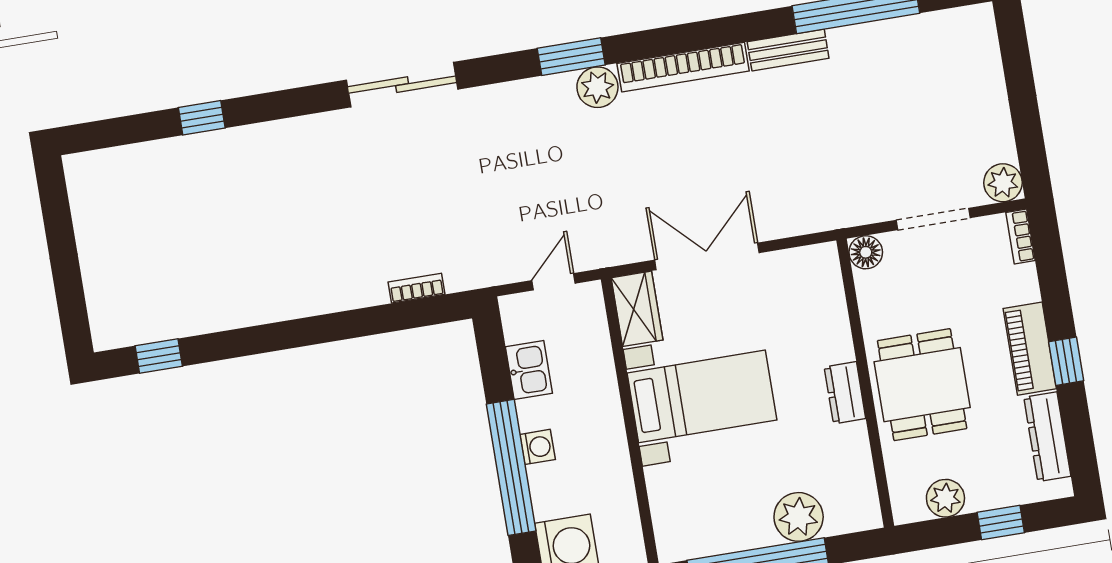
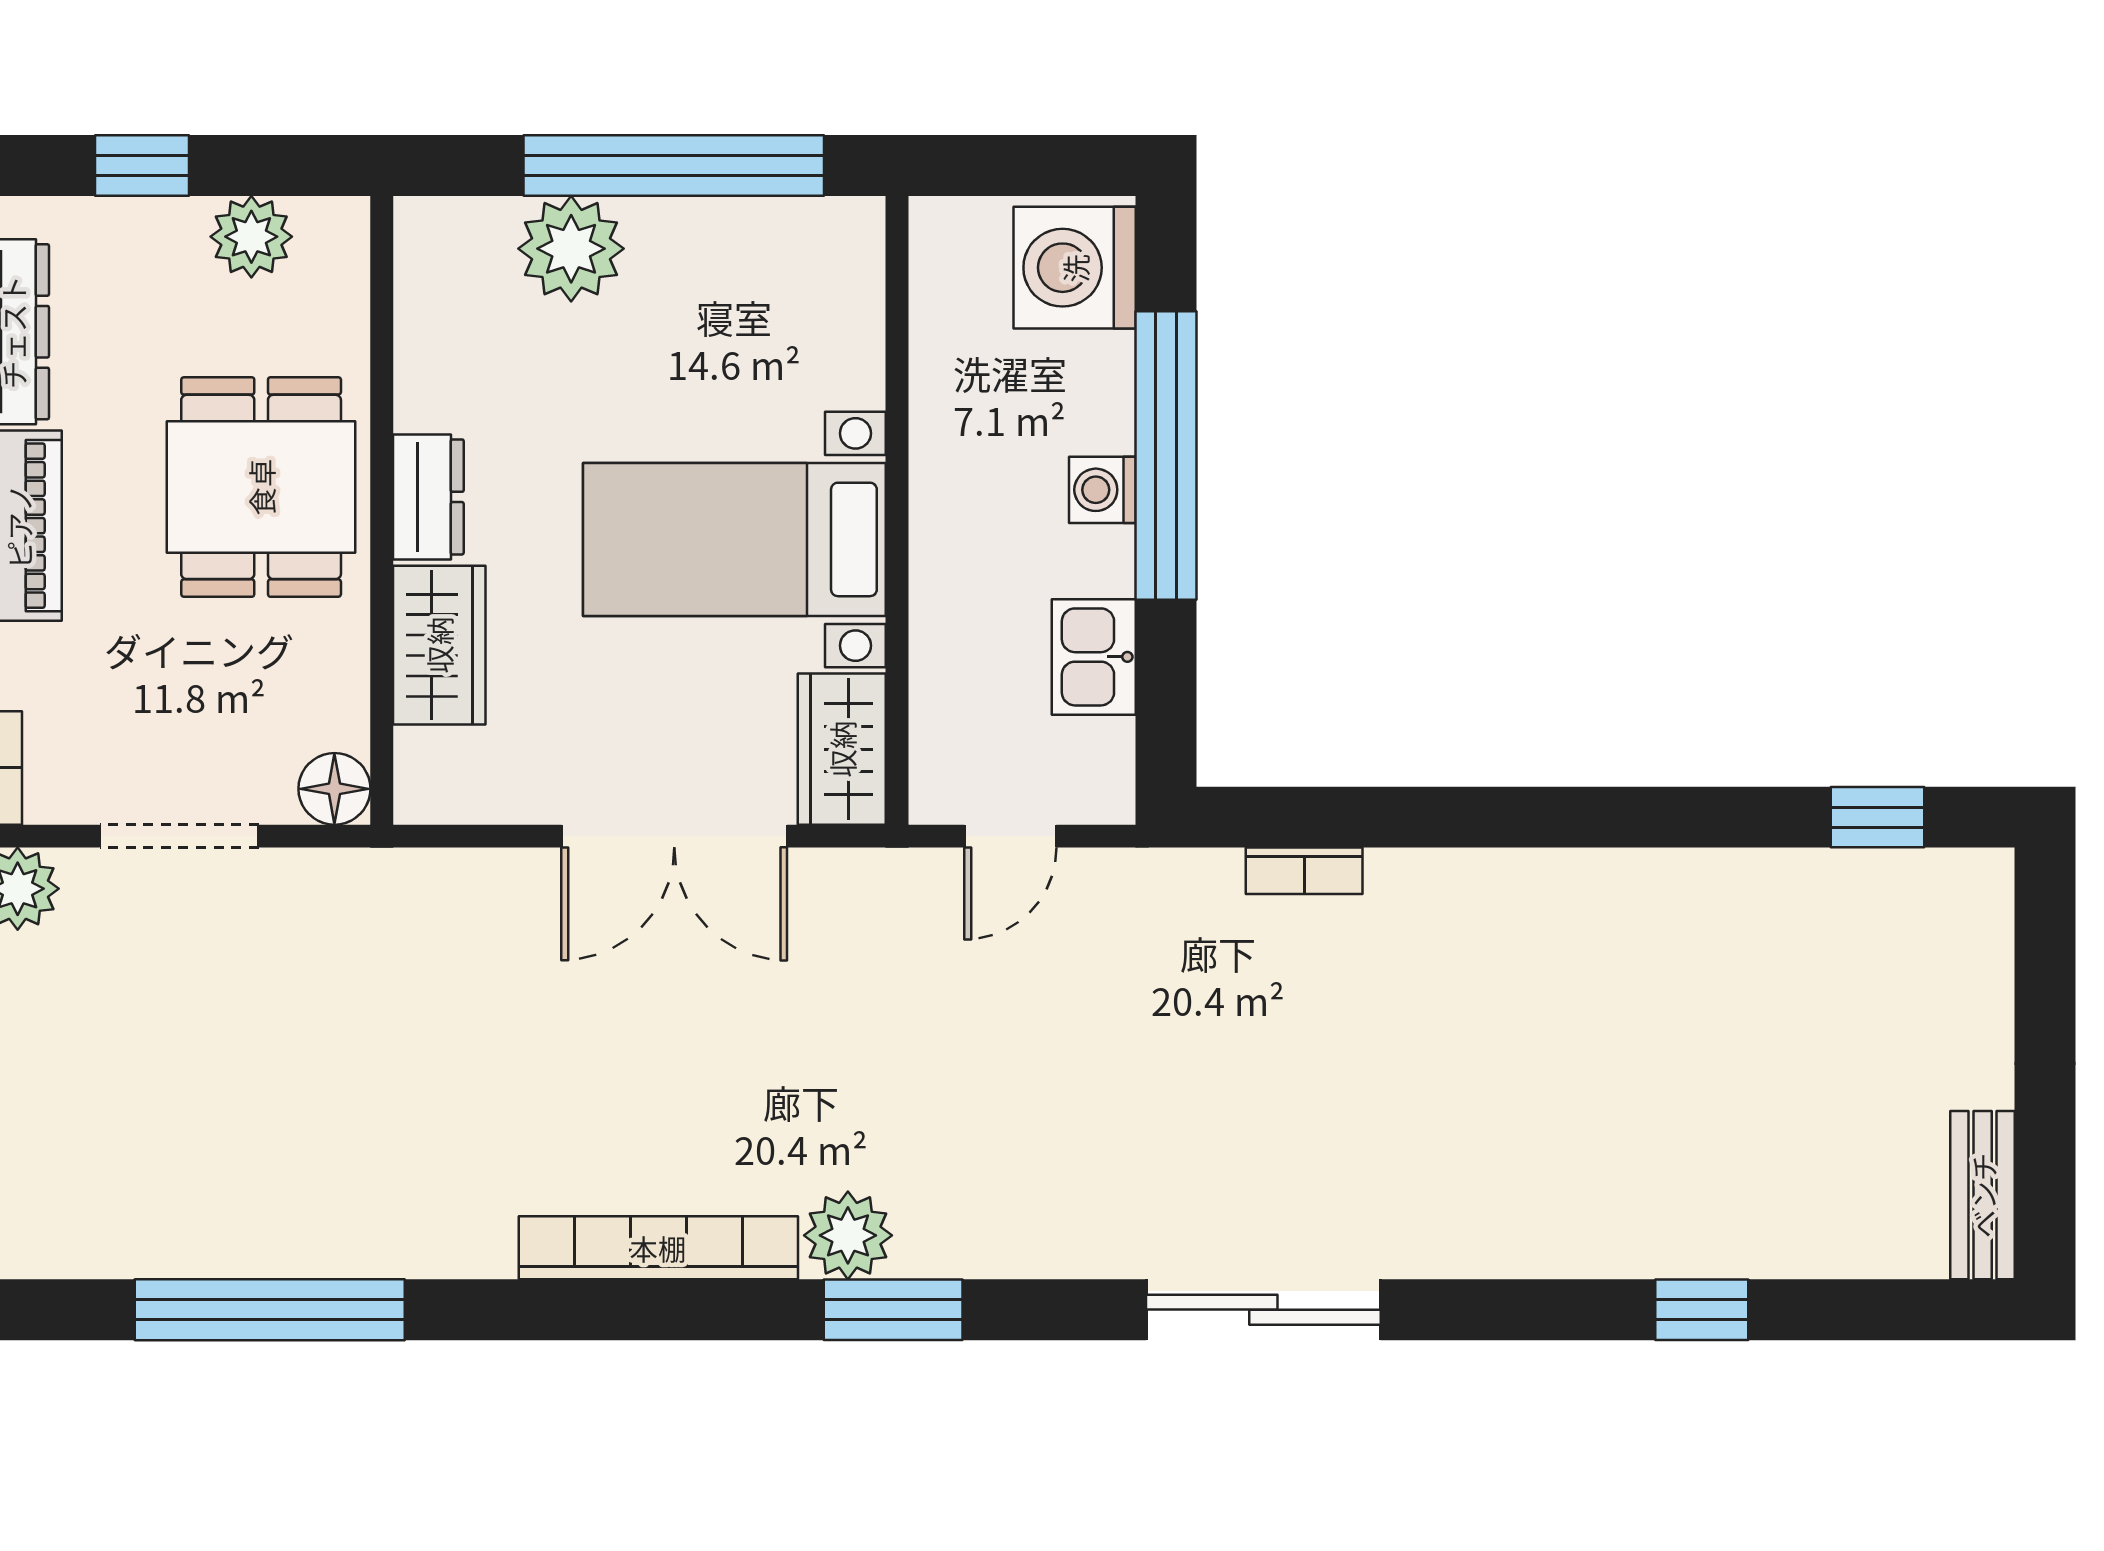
bench: (788, 50) -> (1983, 1195), moved, turned 90
wardrobe: (829, 326) -> (439, 645), added

